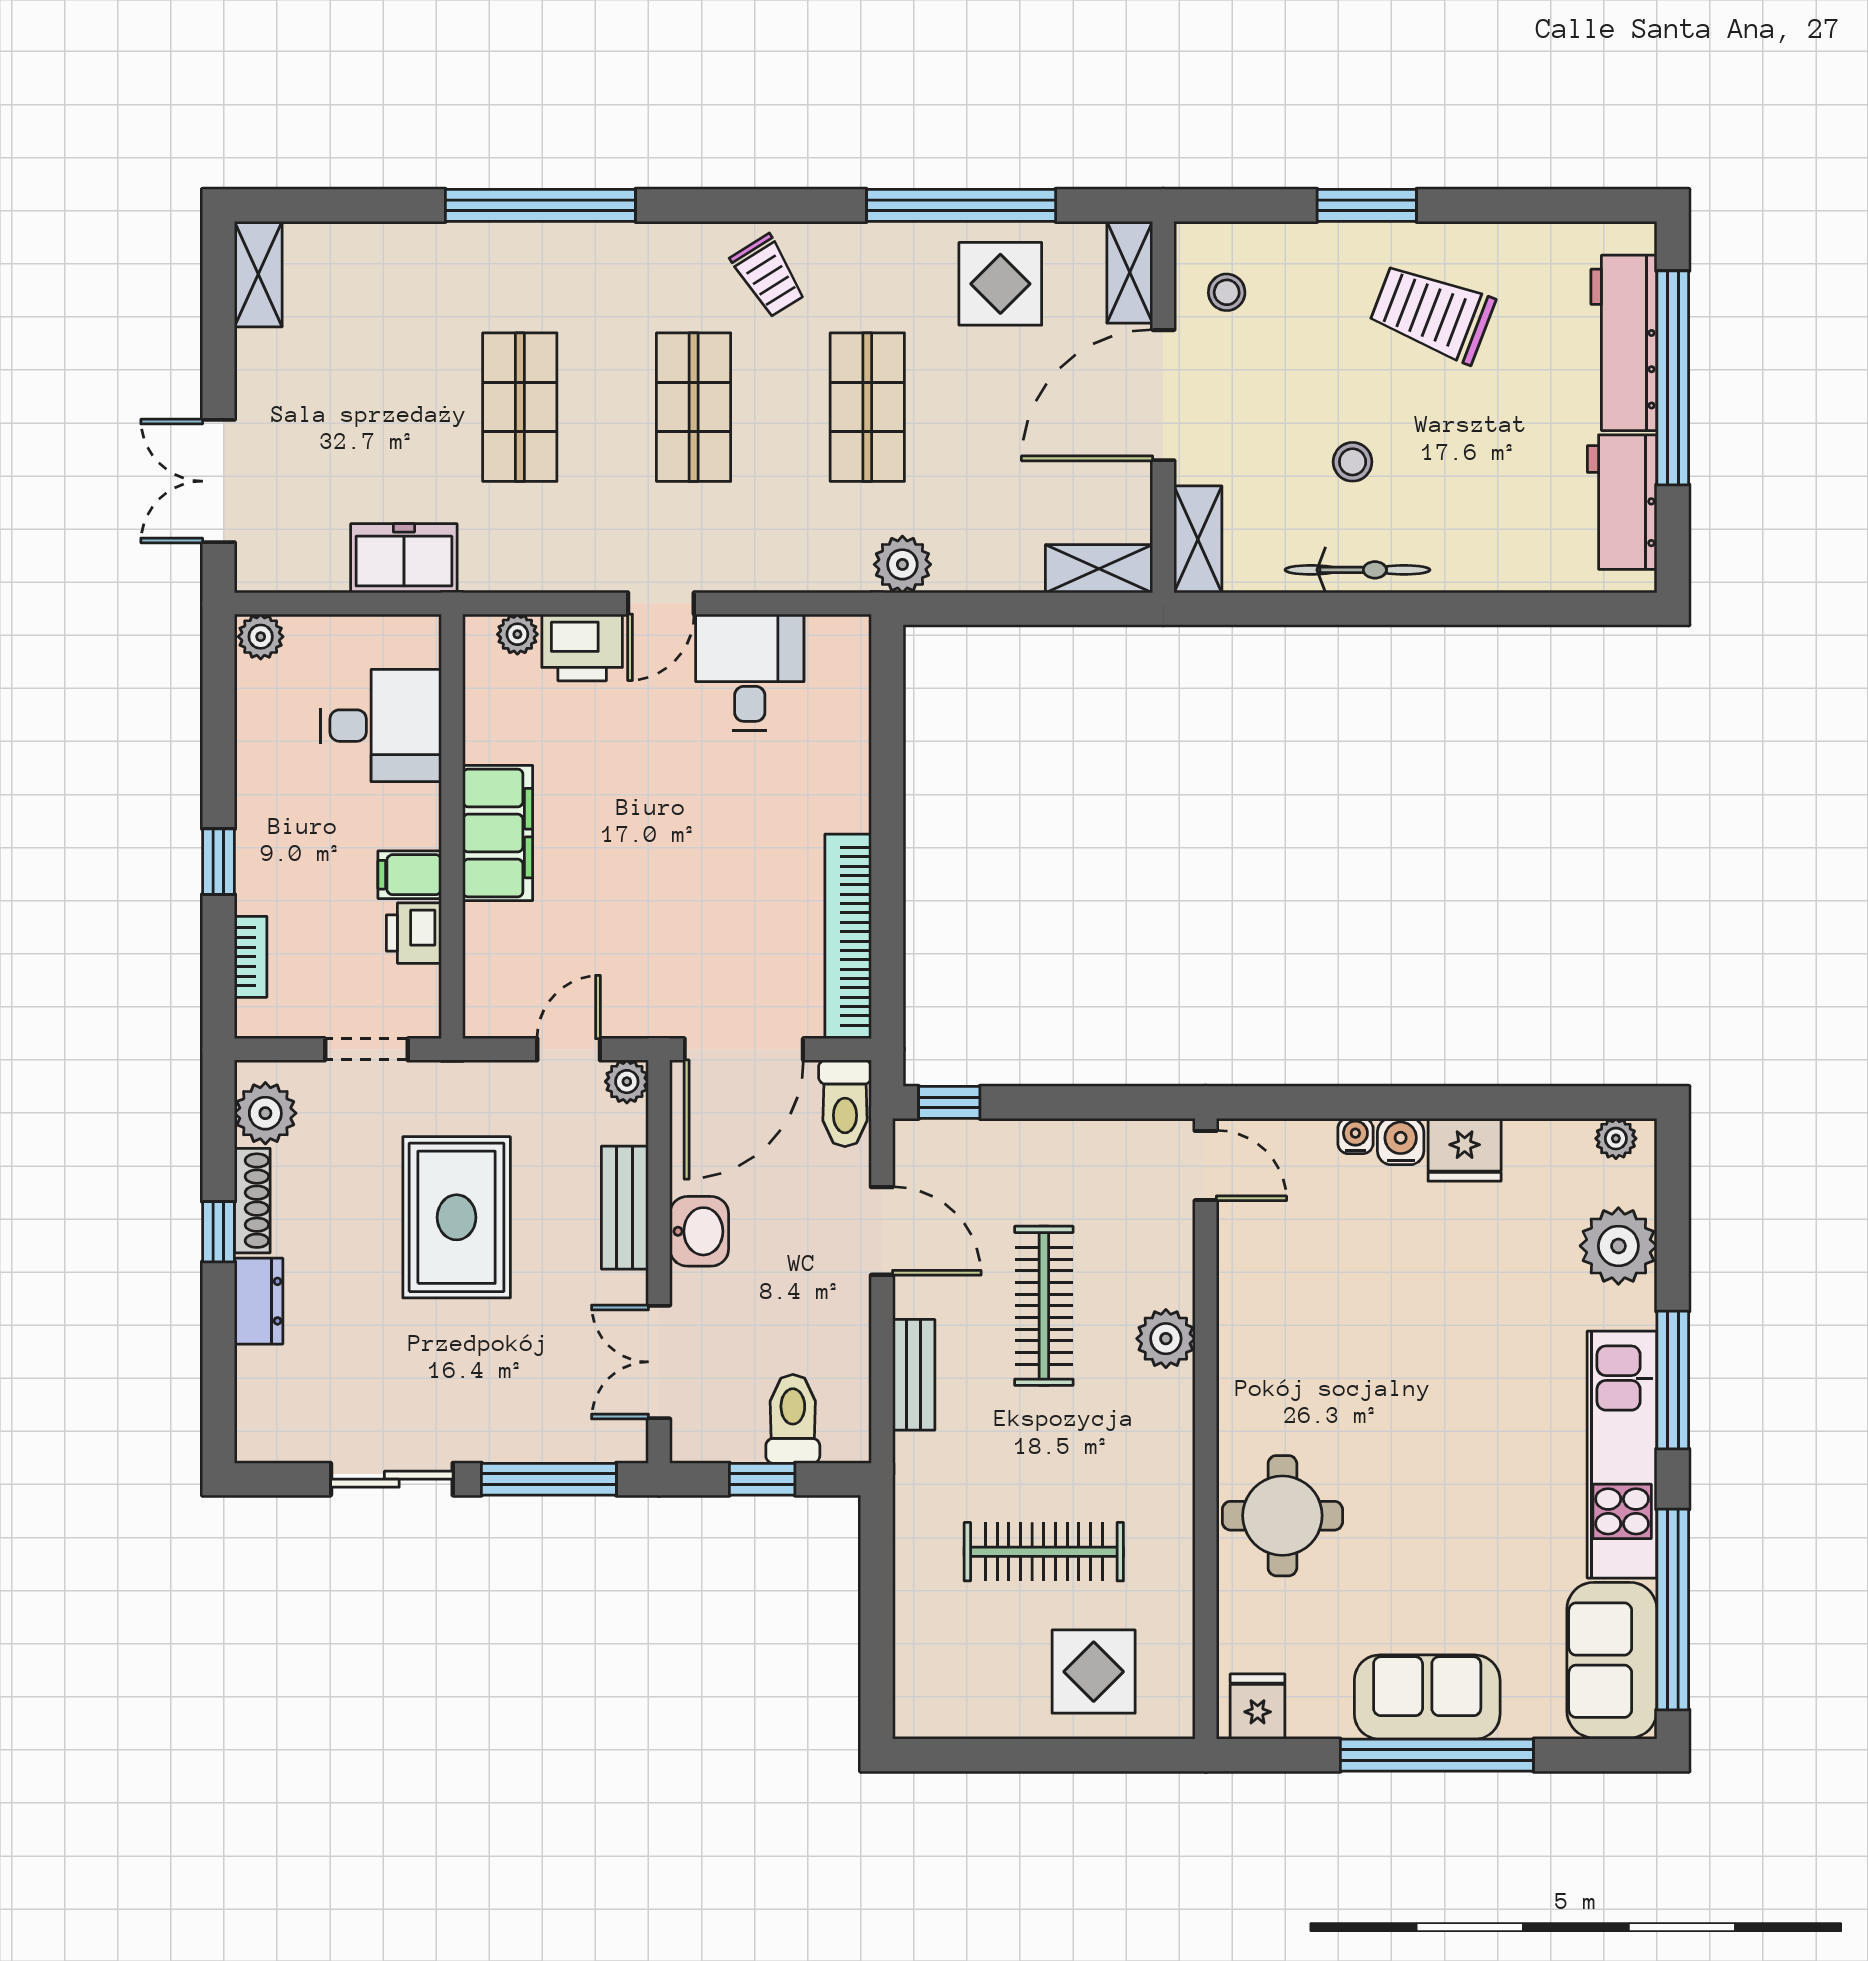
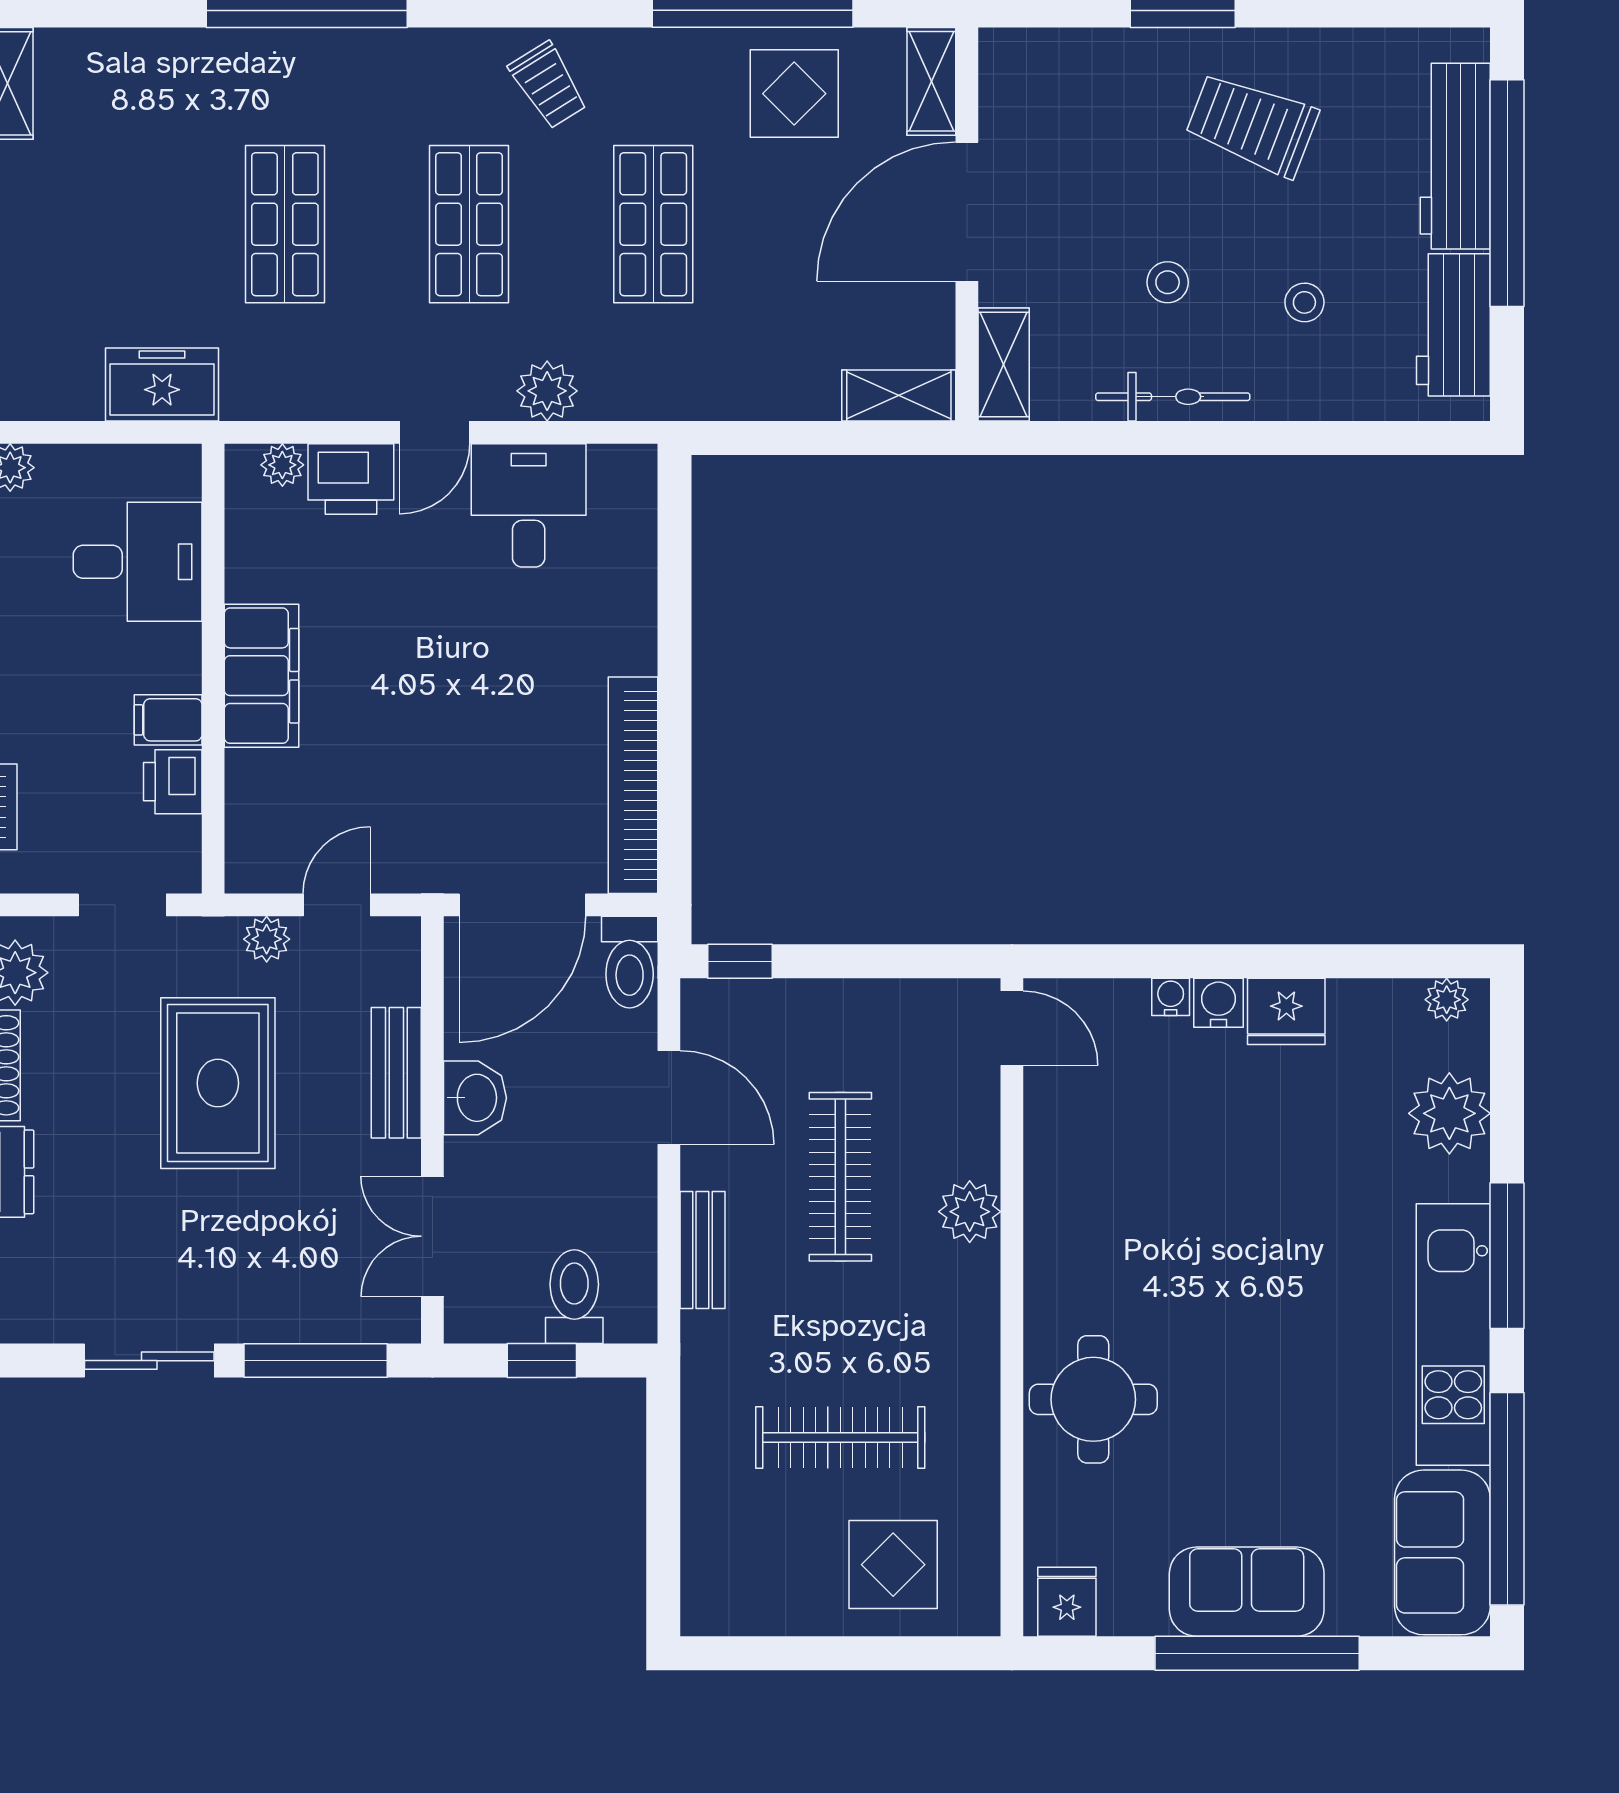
stool: (1227, 292) -> (1304, 302), moved
plant: (902, 564) -> (547, 391), moved
plant: (627, 1082) -> (267, 939), moved

